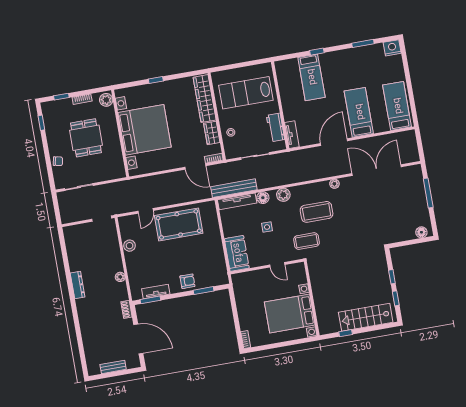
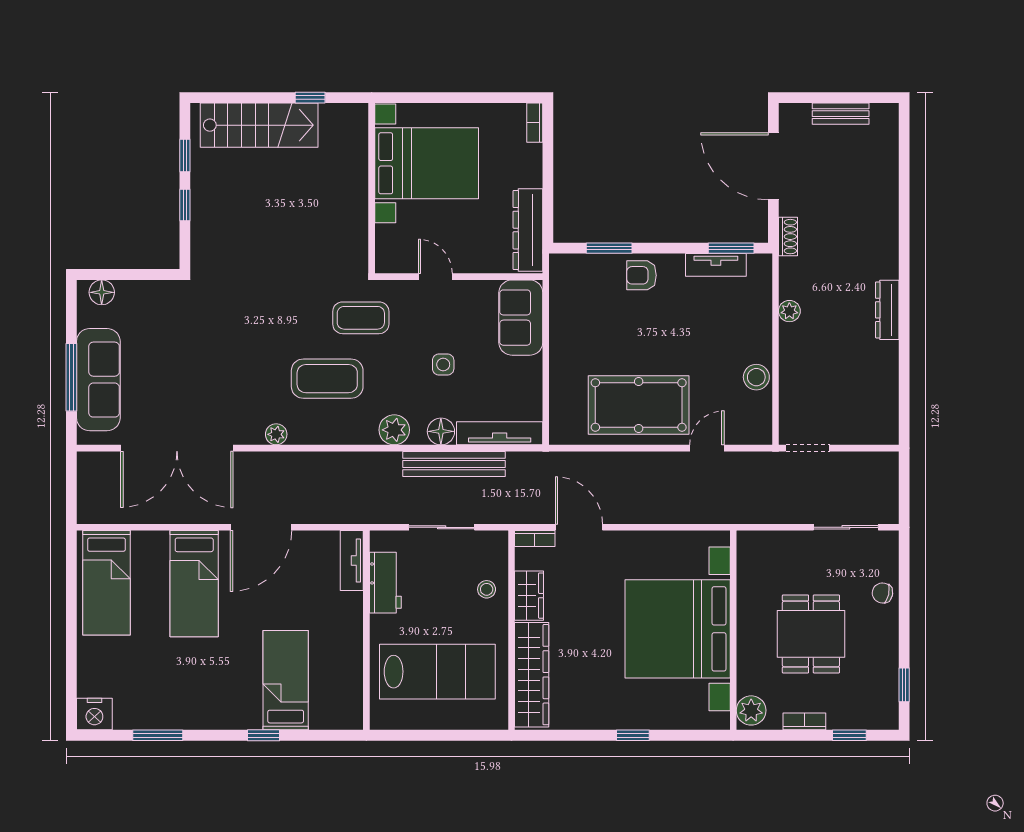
bench: (234, 188) -> (454, 464), moved
sofa: (416, 194) -> (98, 380), added
dresser: (240, 292) -> (528, 230), added

